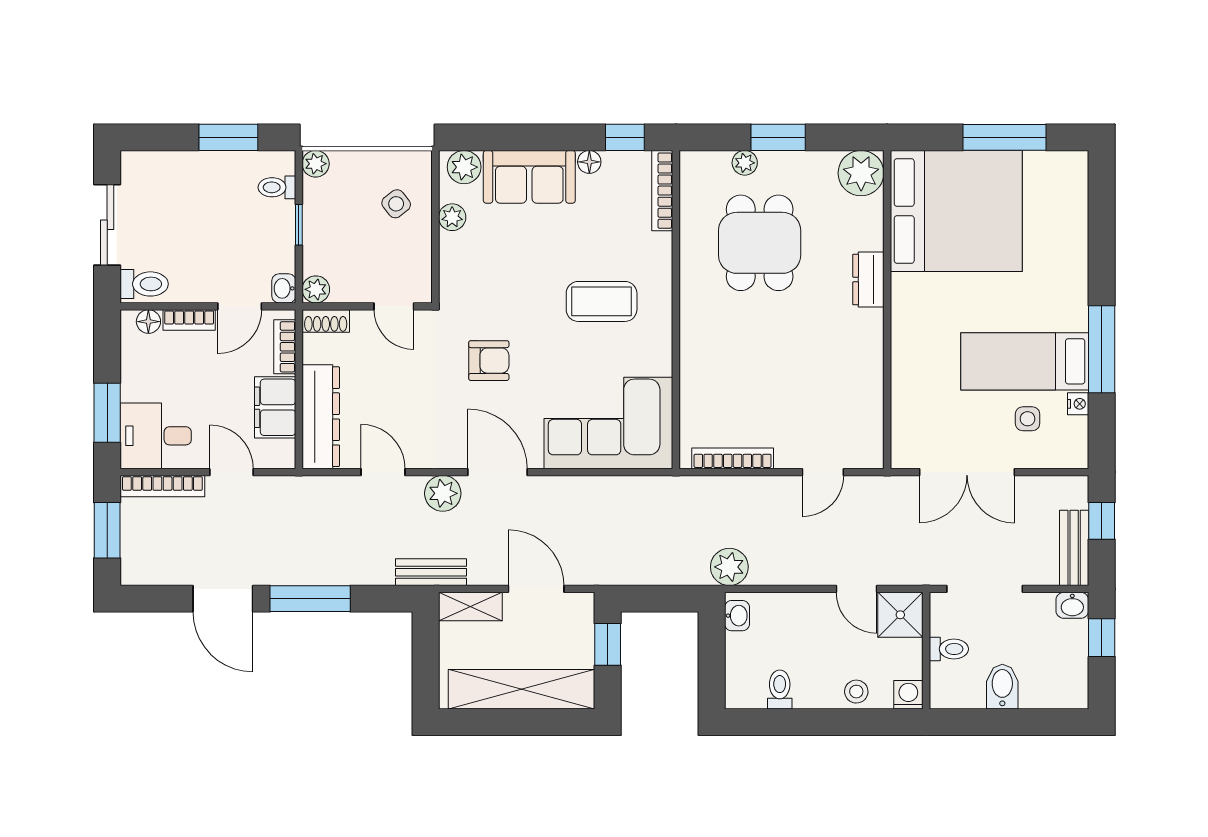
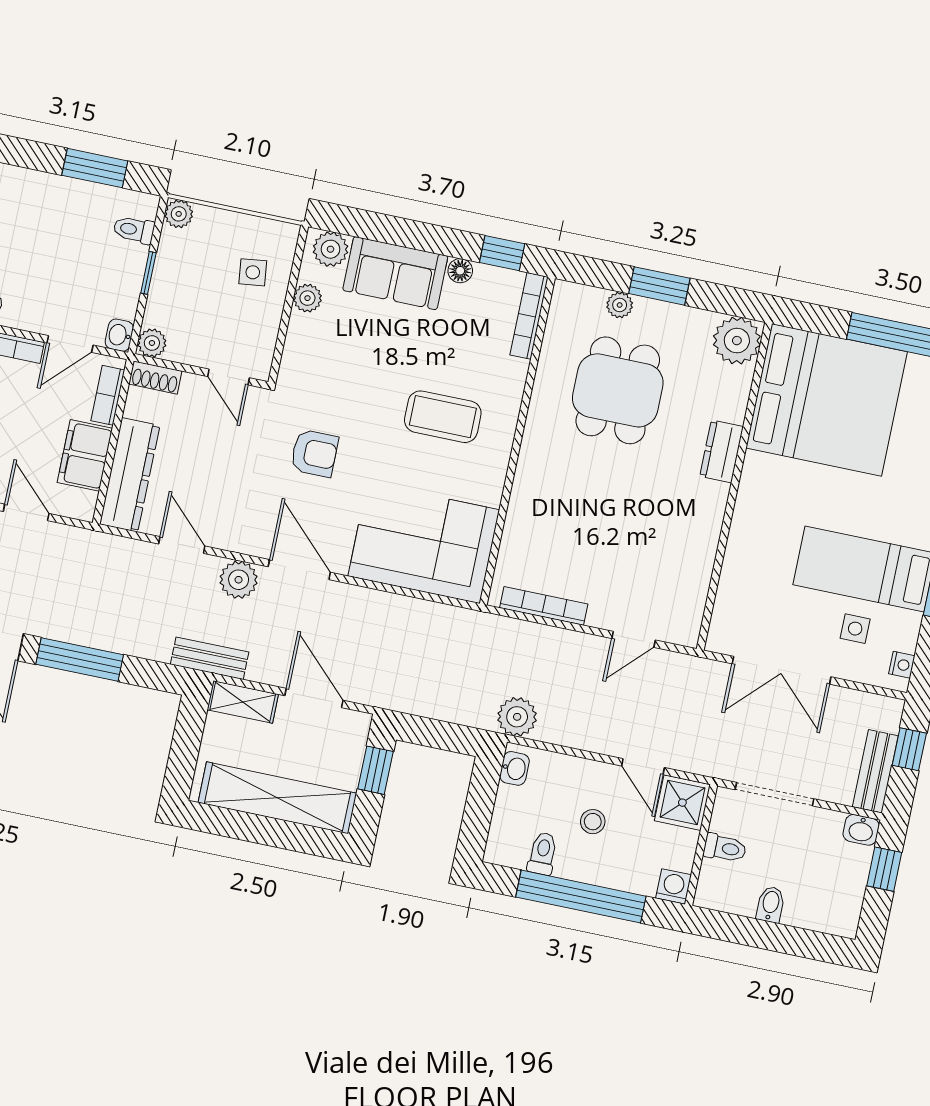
side table: (396, 204) -> (253, 272), turned 31
nightstand: (1078, 404) -> (902, 665), moved
bidet: (1002, 687) -> (771, 904), width x0.72, depth x0.74
stool: (856, 692) -> (593, 822), moved
window: (824, 722) -> (581, 897), added

